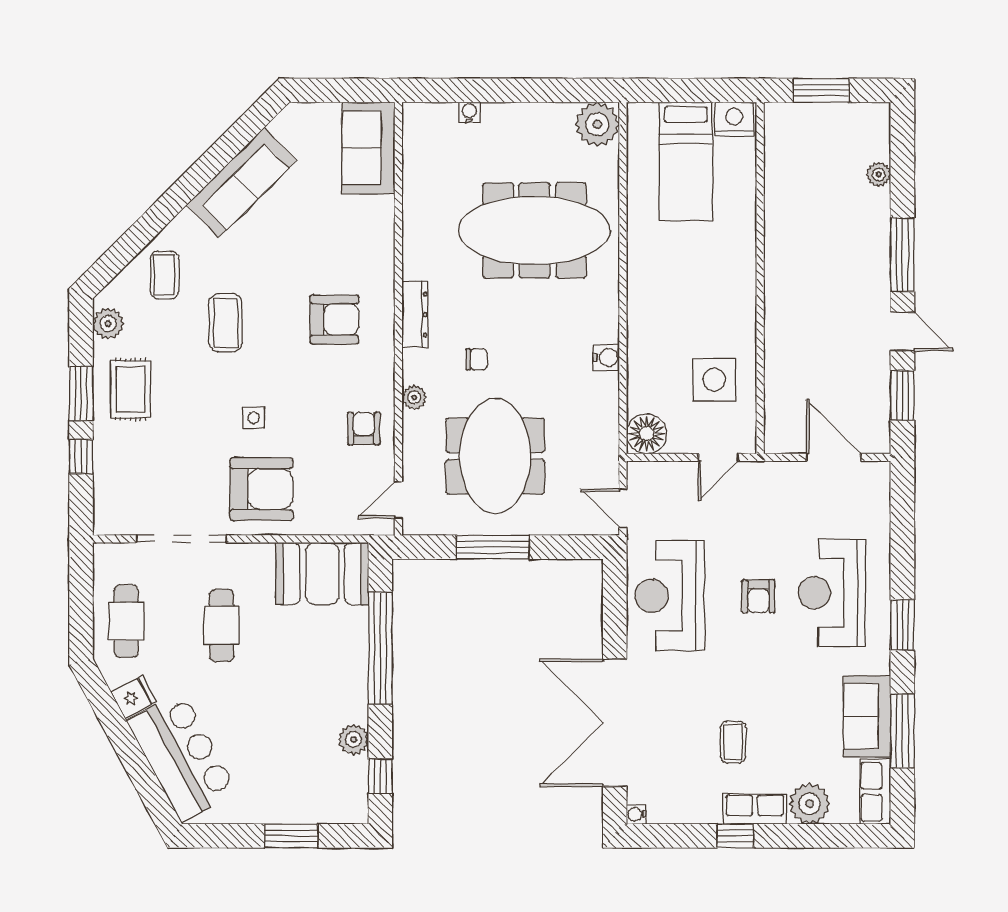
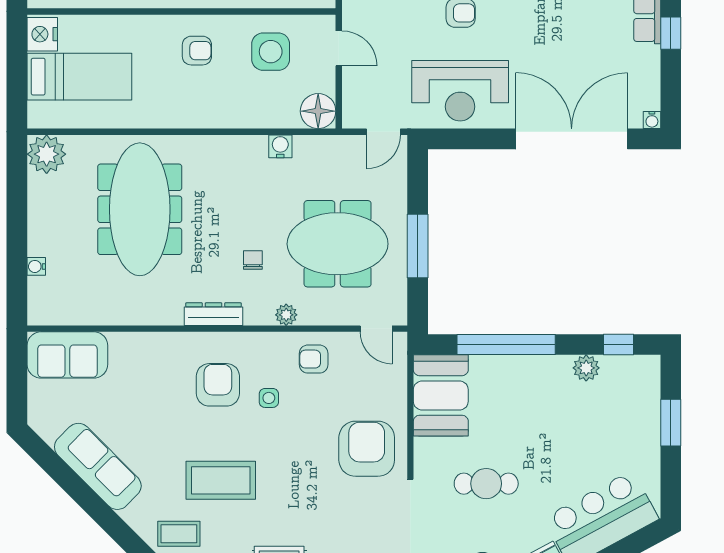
armchair: (715, 296) -> (197, 51), added
coffee table: (225, 323) -> (221, 480), width x1.36, depth x1.32
water cooler: (606, 358) -> (280, 146), moved
side table: (254, 418) -> (269, 398), moved
double door: (615, 723) -> (572, 139), swing flipped
coffee table: (733, 742) -> (588, 35), removed

